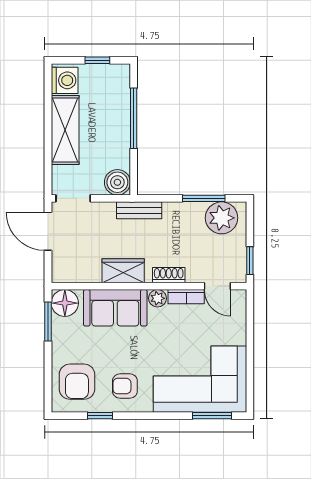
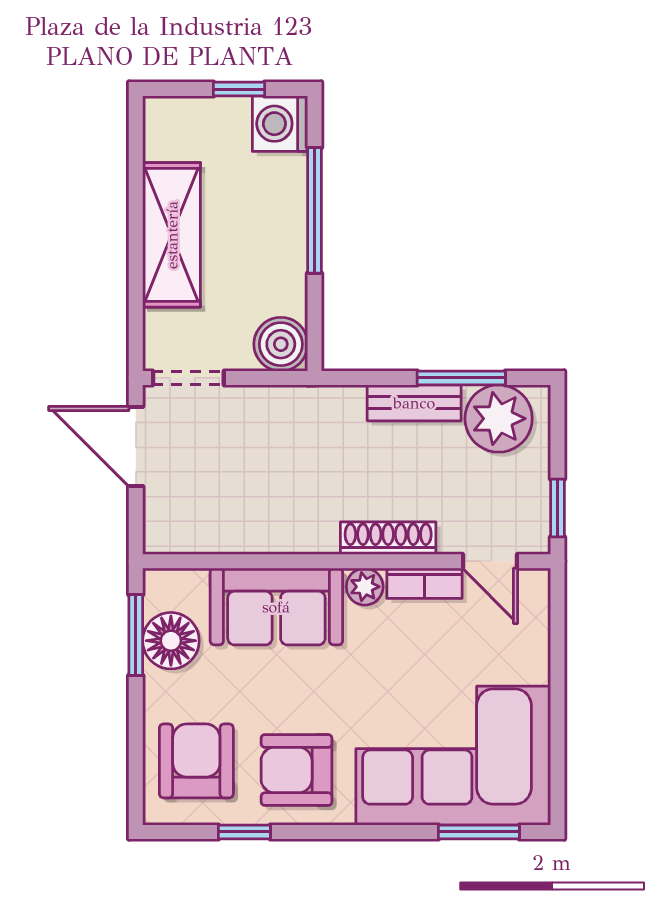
washing machine: (65, 80) -> (280, 124), moved, turned 180
bench: (139, 210) -> (414, 403), moved
wardrobe: (123, 271) -> (293, 529), removed
shoe rack: (169, 275) -> (388, 538), width x1.43
floor lamp: (65, 303) -> (171, 641), moved
armchair: (77, 382) -> (196, 761), turned 180
armchair: (125, 386) -> (297, 770), width x1.38, depth x1.38

